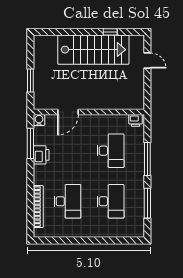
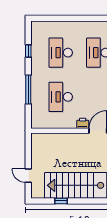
printer: (136, 120) -> (83, 123), moved
window: (147, 203) -> (28, 51), width x0.46

